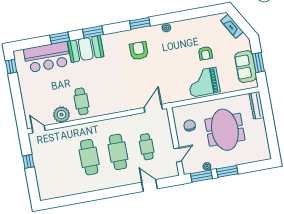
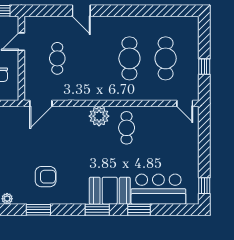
armchair: (139, 51) -> (46, 177), turned -90
plant: (61, 115) -> (99, 116), moved
cafe table: (118, 152) -> (166, 58), moved
door: (150, 185) -> (81, 11), moved

